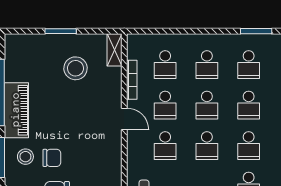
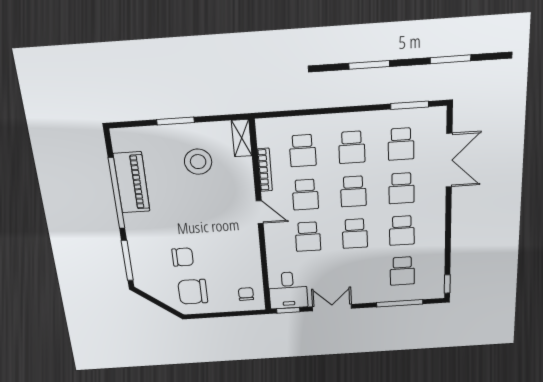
piano: (16, 110) -> (132, 182), moved
stool: (25, 157) -> (153, 258), removed

